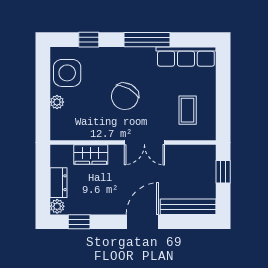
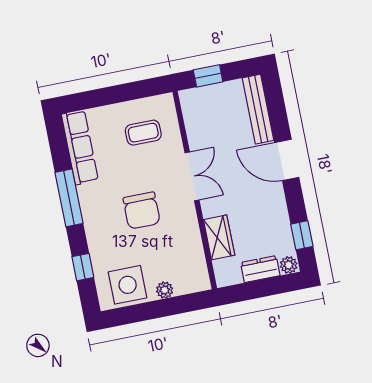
chair: (125, 96) -> (142, 211), turned 61

